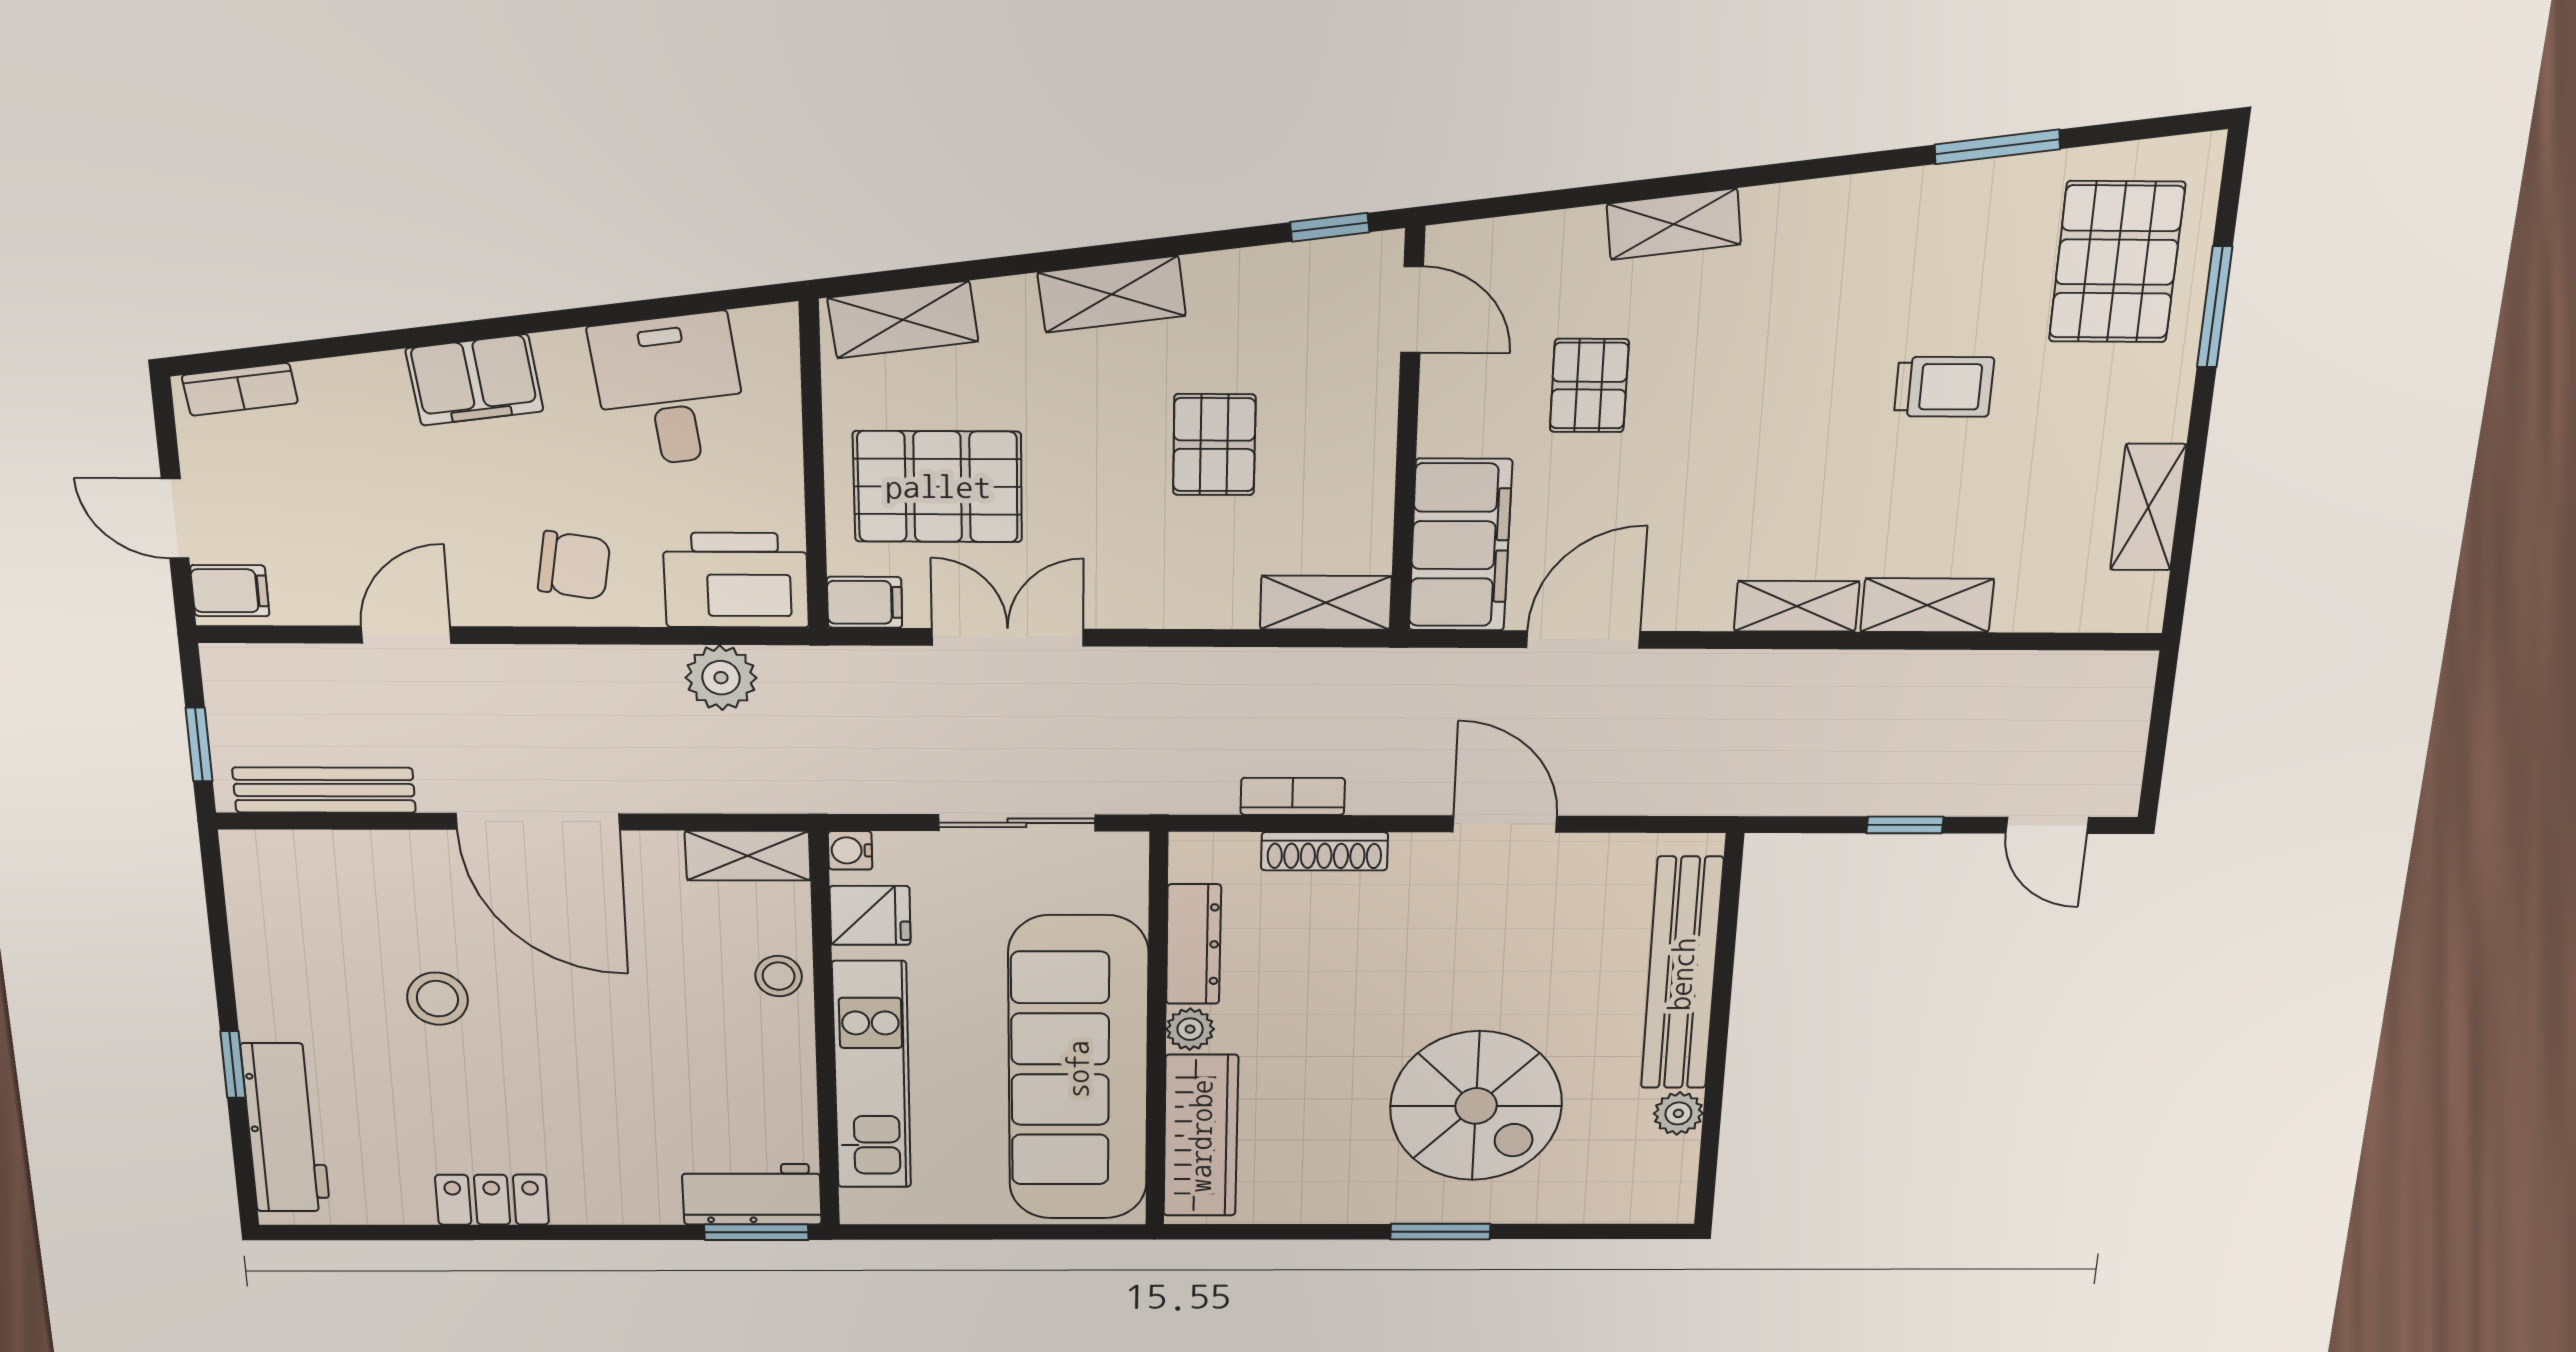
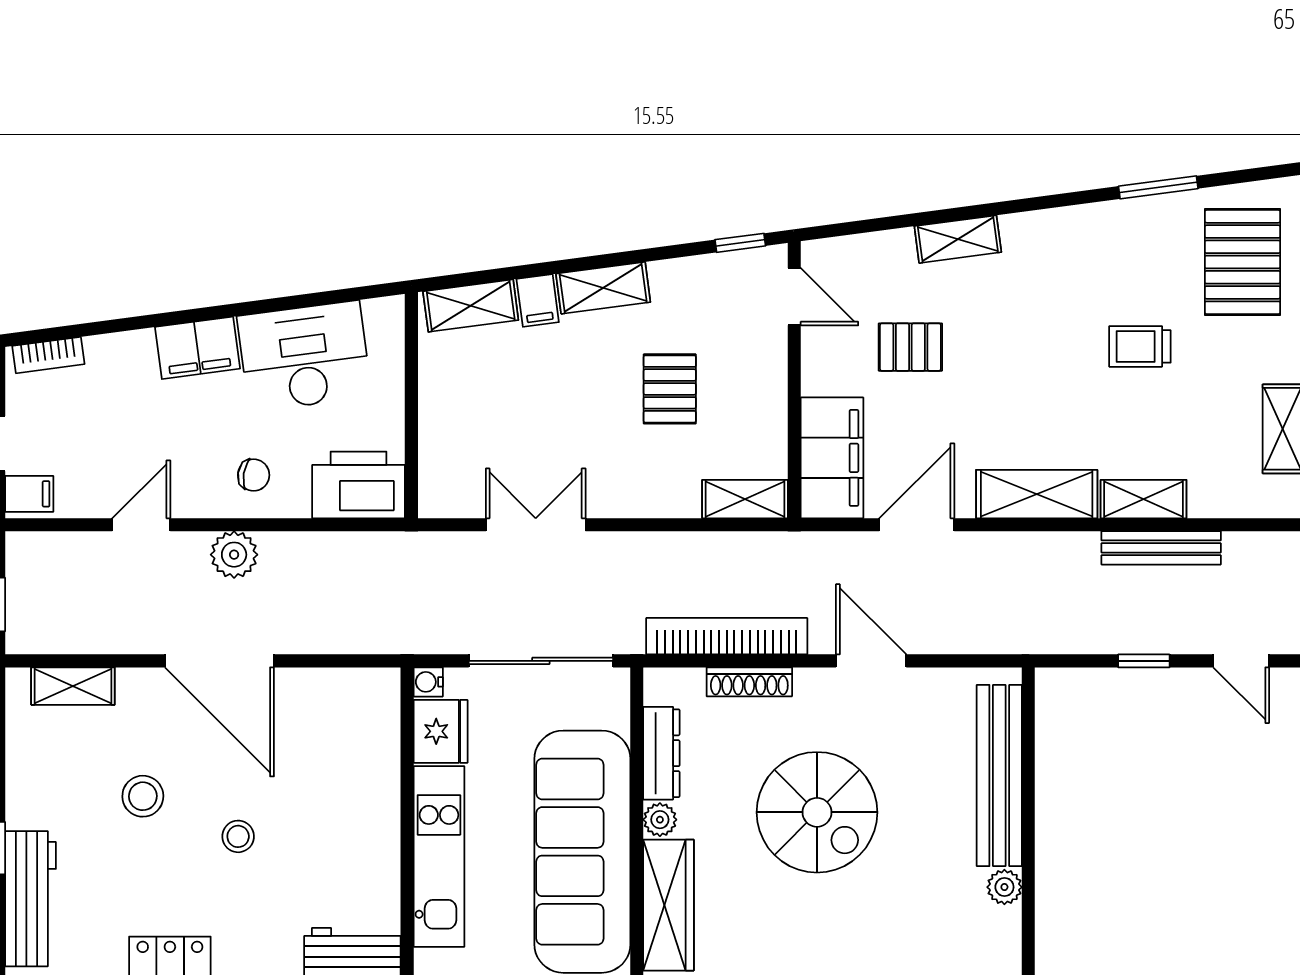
pallet: (1589, 386) -> (910, 347), turned 90
trolley: (1944, 387) -> (1140, 346), turned 180
desk: (670, 390) -> (304, 356), width x1.37
pallet: (938, 487) -> (491, 419), removed
chair: (574, 565) -> (254, 475), width x0.73, depth x0.73
filing cabinet: (865, 602) -> (538, 301), moved, turned 82
shelving: (1797, 606) -> (1037, 494), width x1.50, depth x1.33
plant: (721, 678) -> (234, 555), moved
bench: (324, 790) -> (1161, 548), moved
bookcase: (1293, 796) -> (727, 636), width x2.31, depth x1.31
sliding door: (1017, 823) -> (541, 661), width x1.37
shelving: (748, 856) -> (73, 686), moved
fridge: (870, 915) -> (441, 731), width x1.38
stool: (779, 976) -> (238, 836), moved
spiral stairs: (1476, 1106) -> (817, 812), moved

